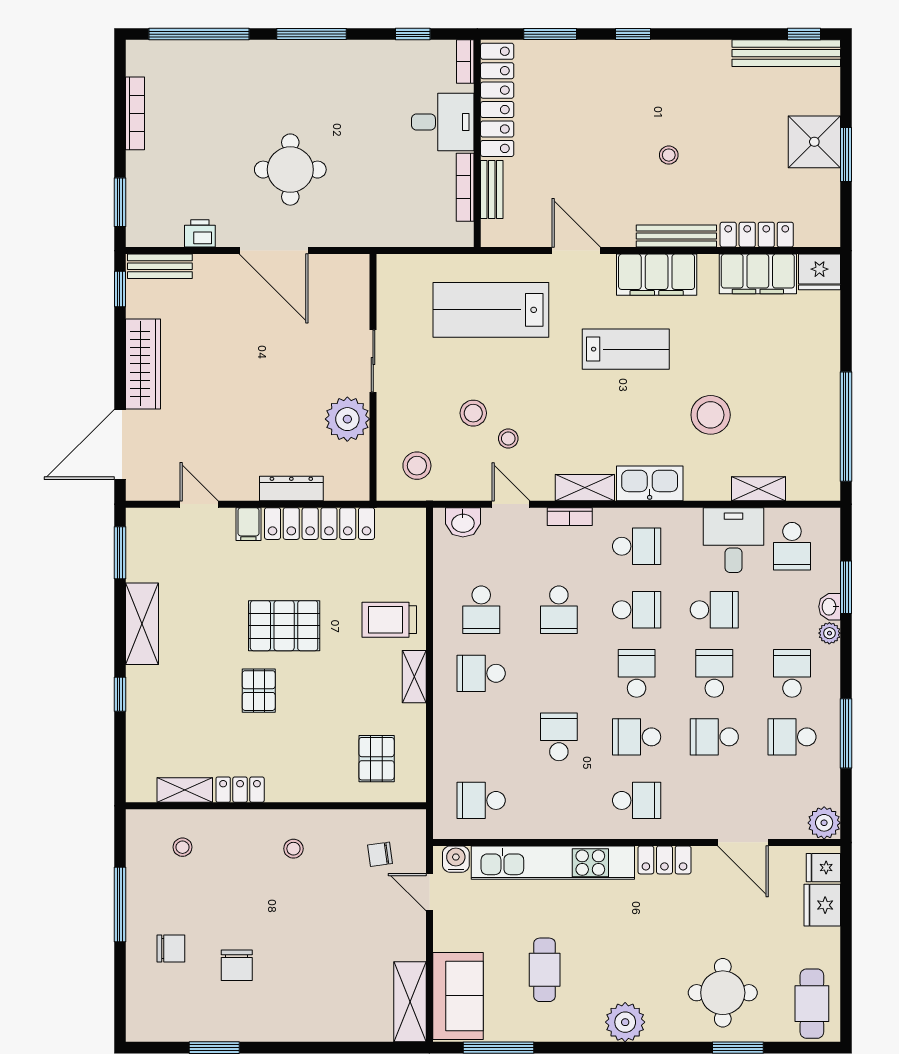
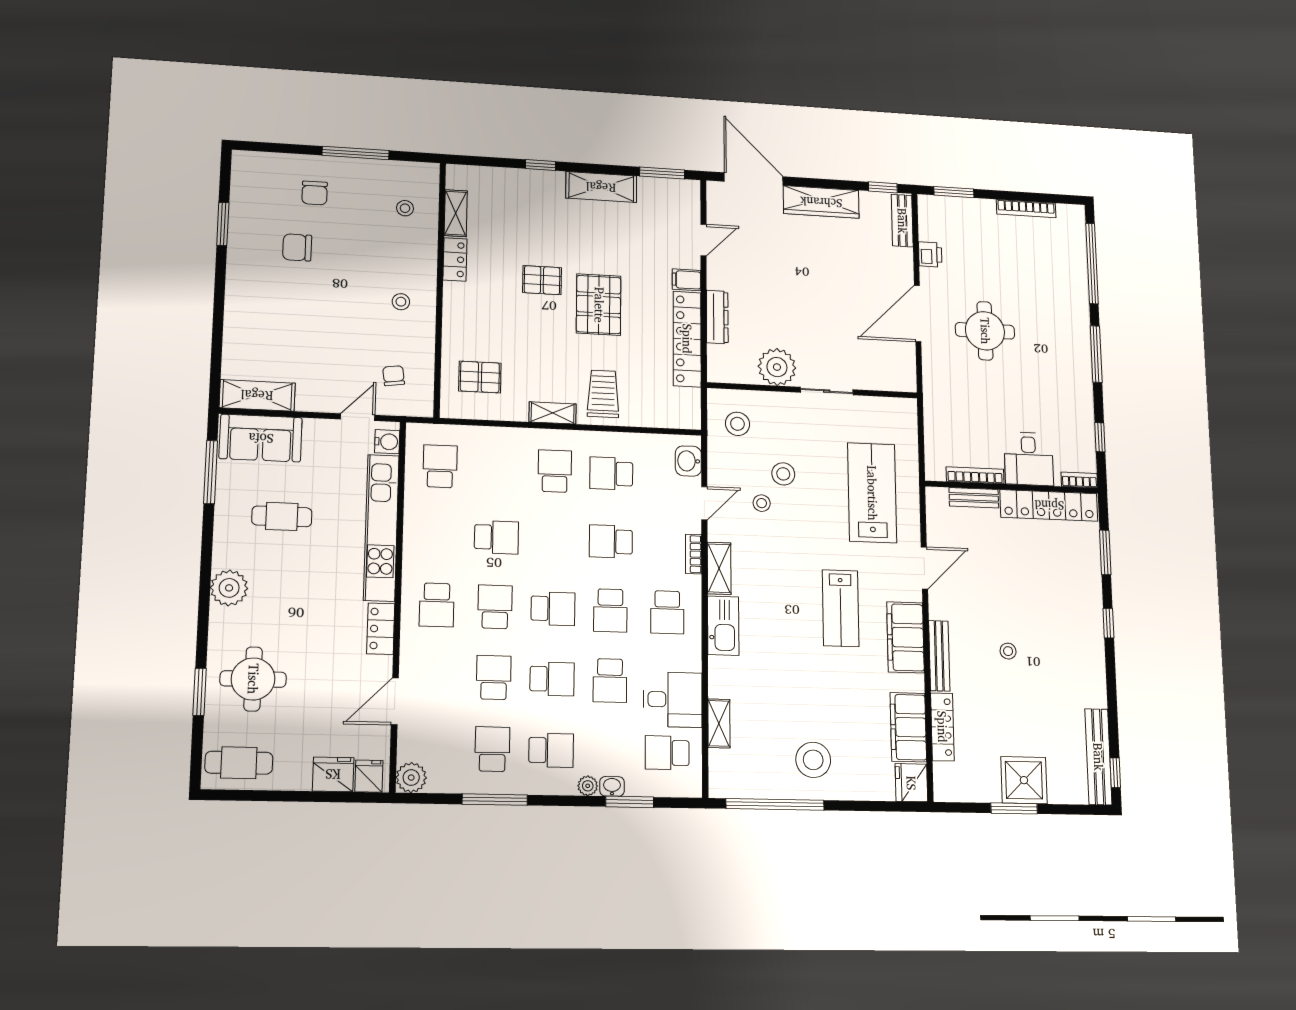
stool: (711, 415) -> (813, 760), moved

